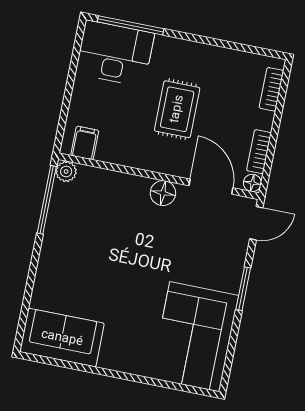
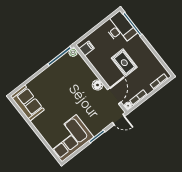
rug: (177, 109) -> (124, 63), turned 90

